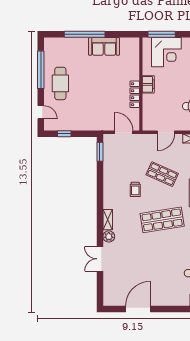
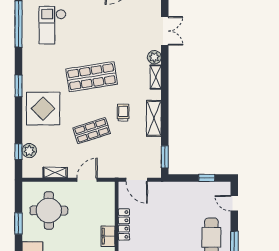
shop shelf: (162, 174) -> (92, 131), turned -42
shelving: (109, 184) -> (154, 118), added

